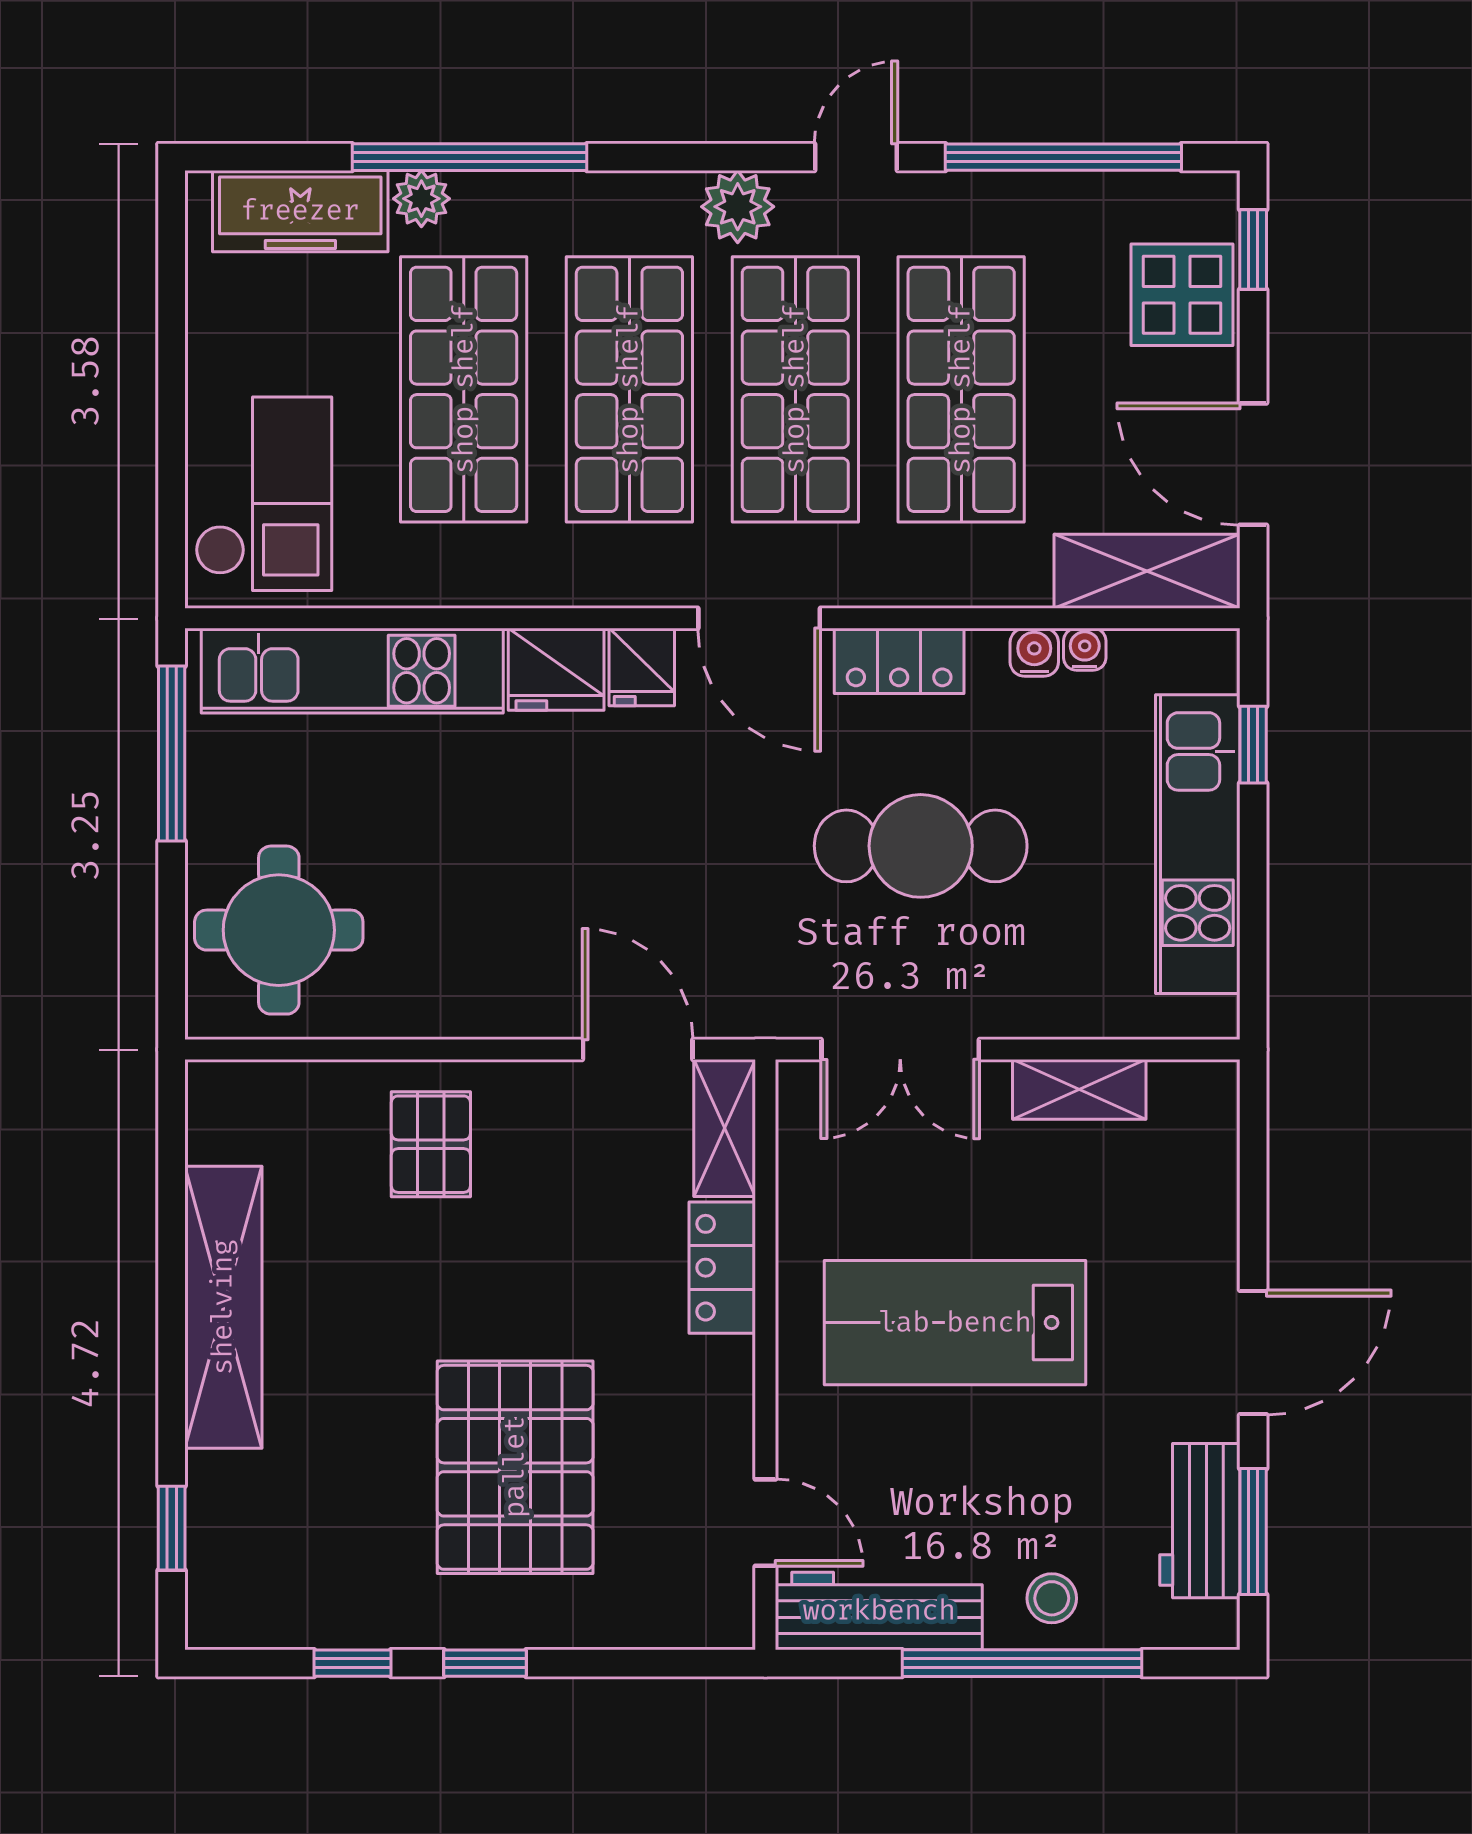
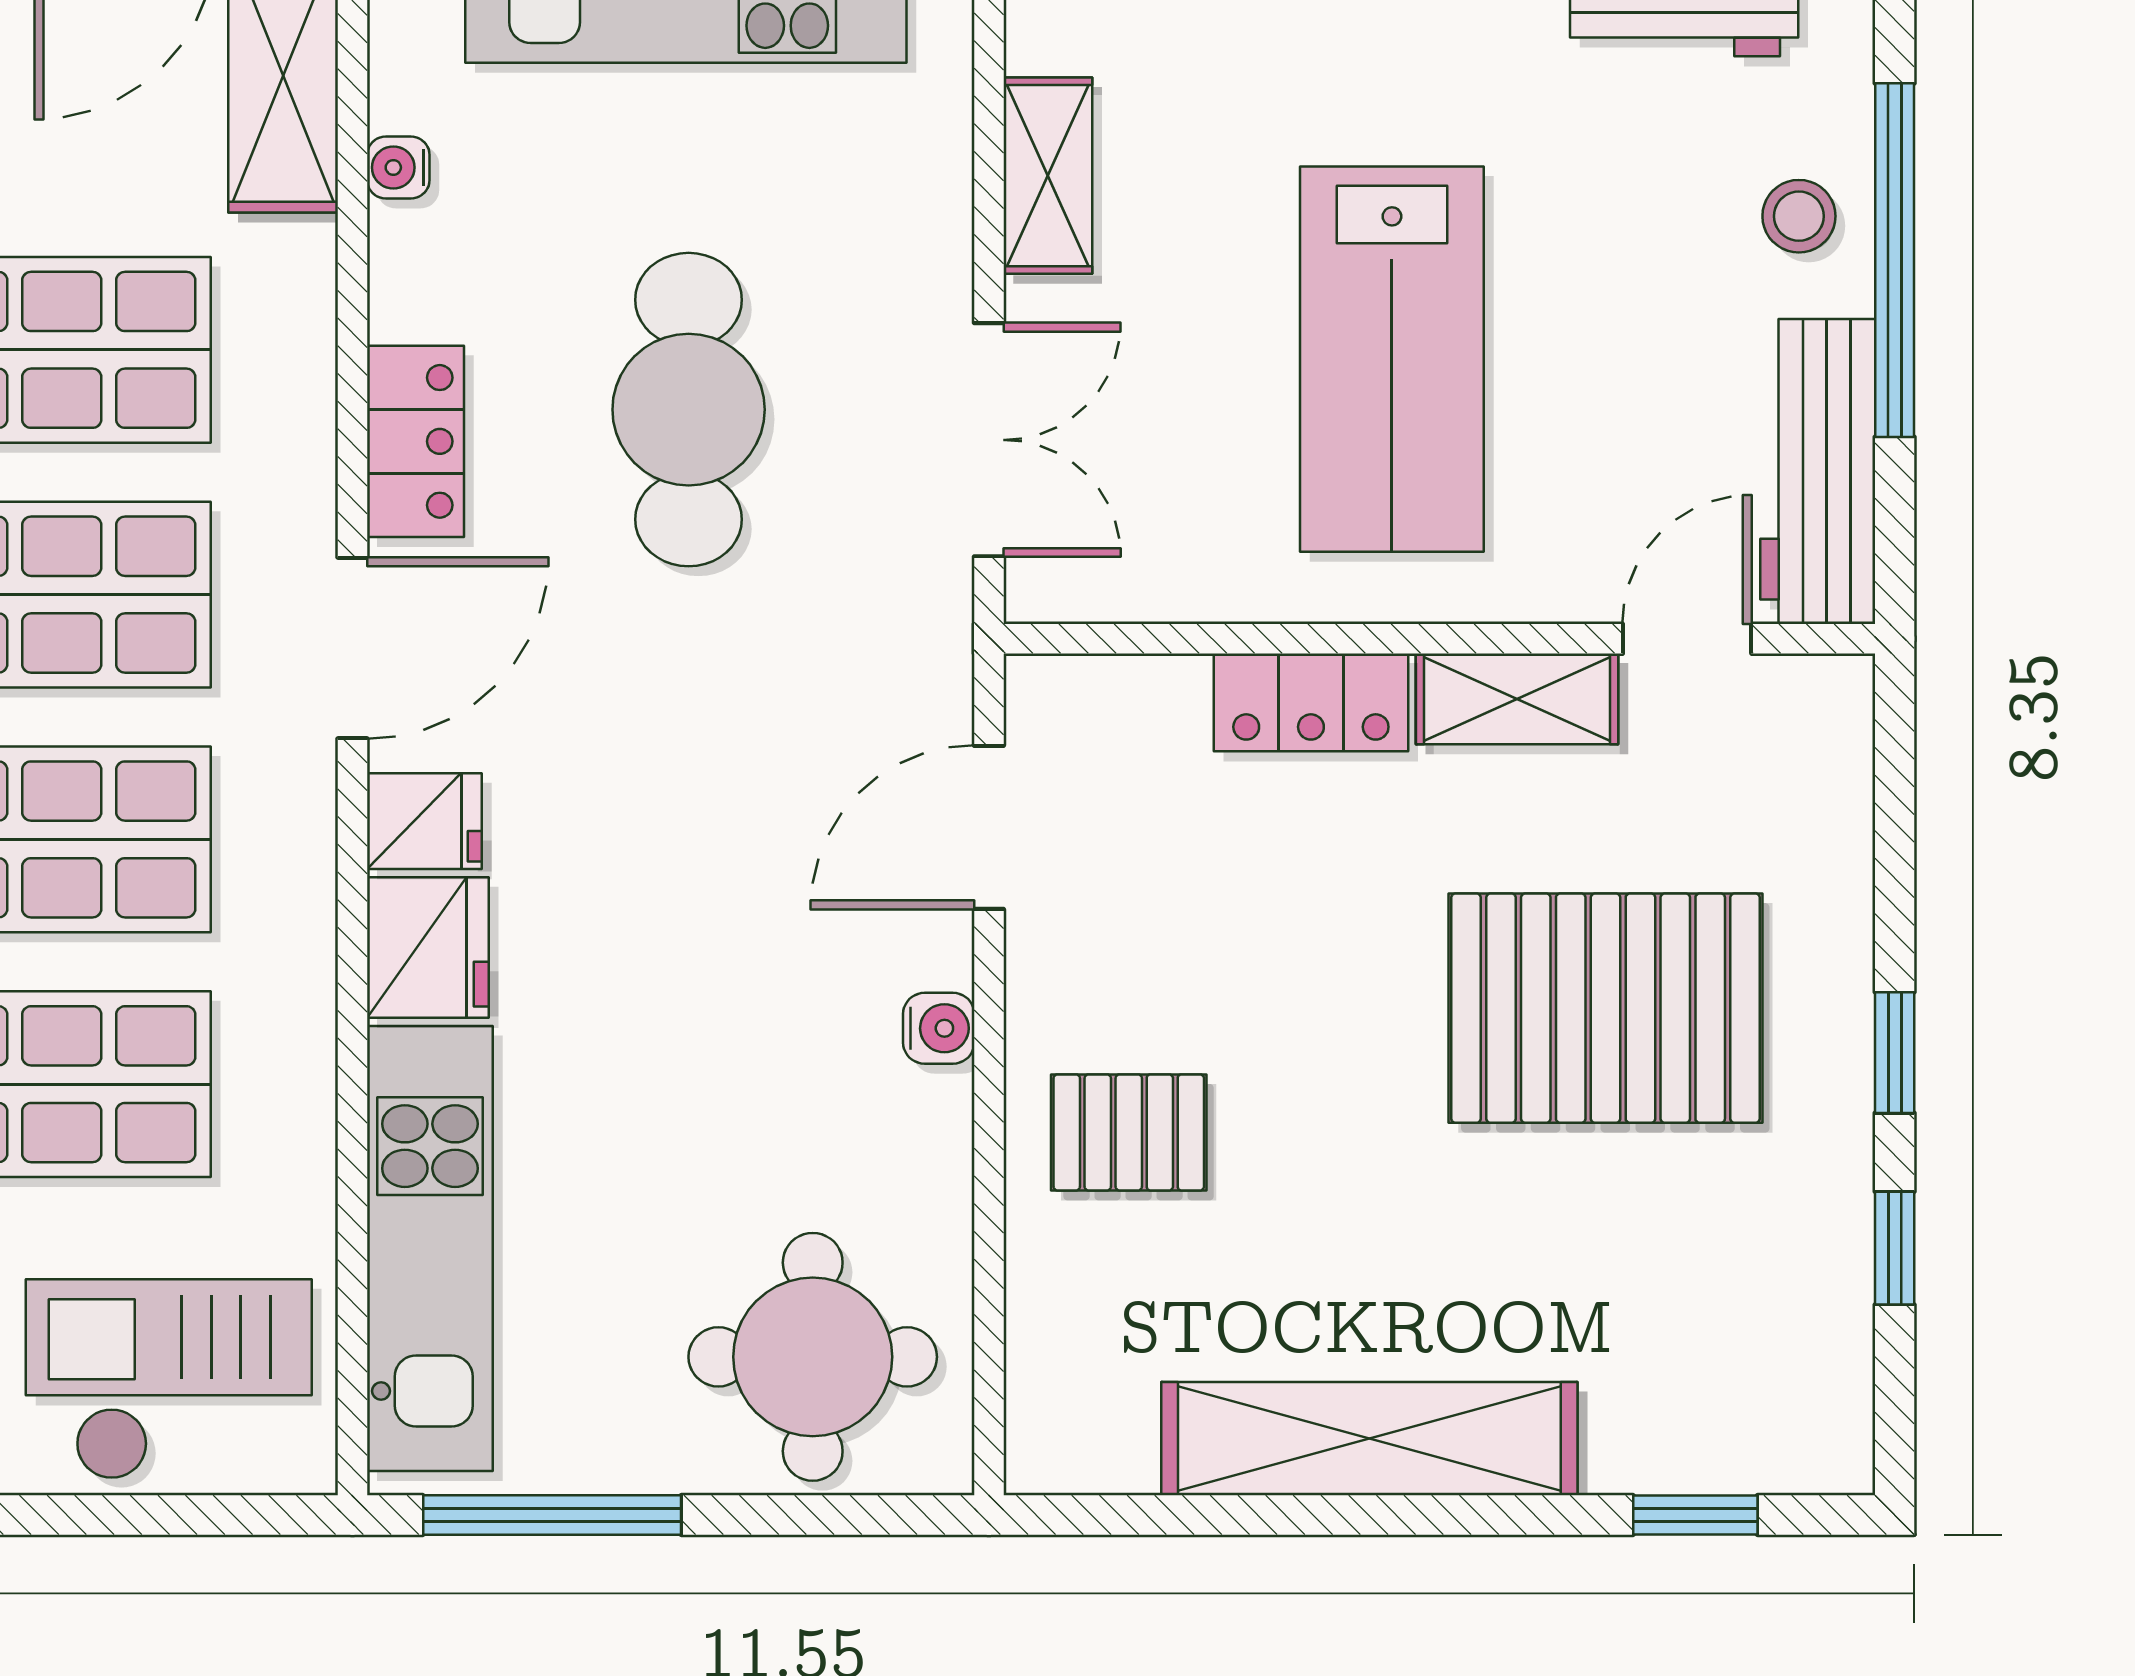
water cooler: (1034, 652) -> (939, 1028), moved, turned 180
shelving: (725, 1128) -> (1517, 699), moved

